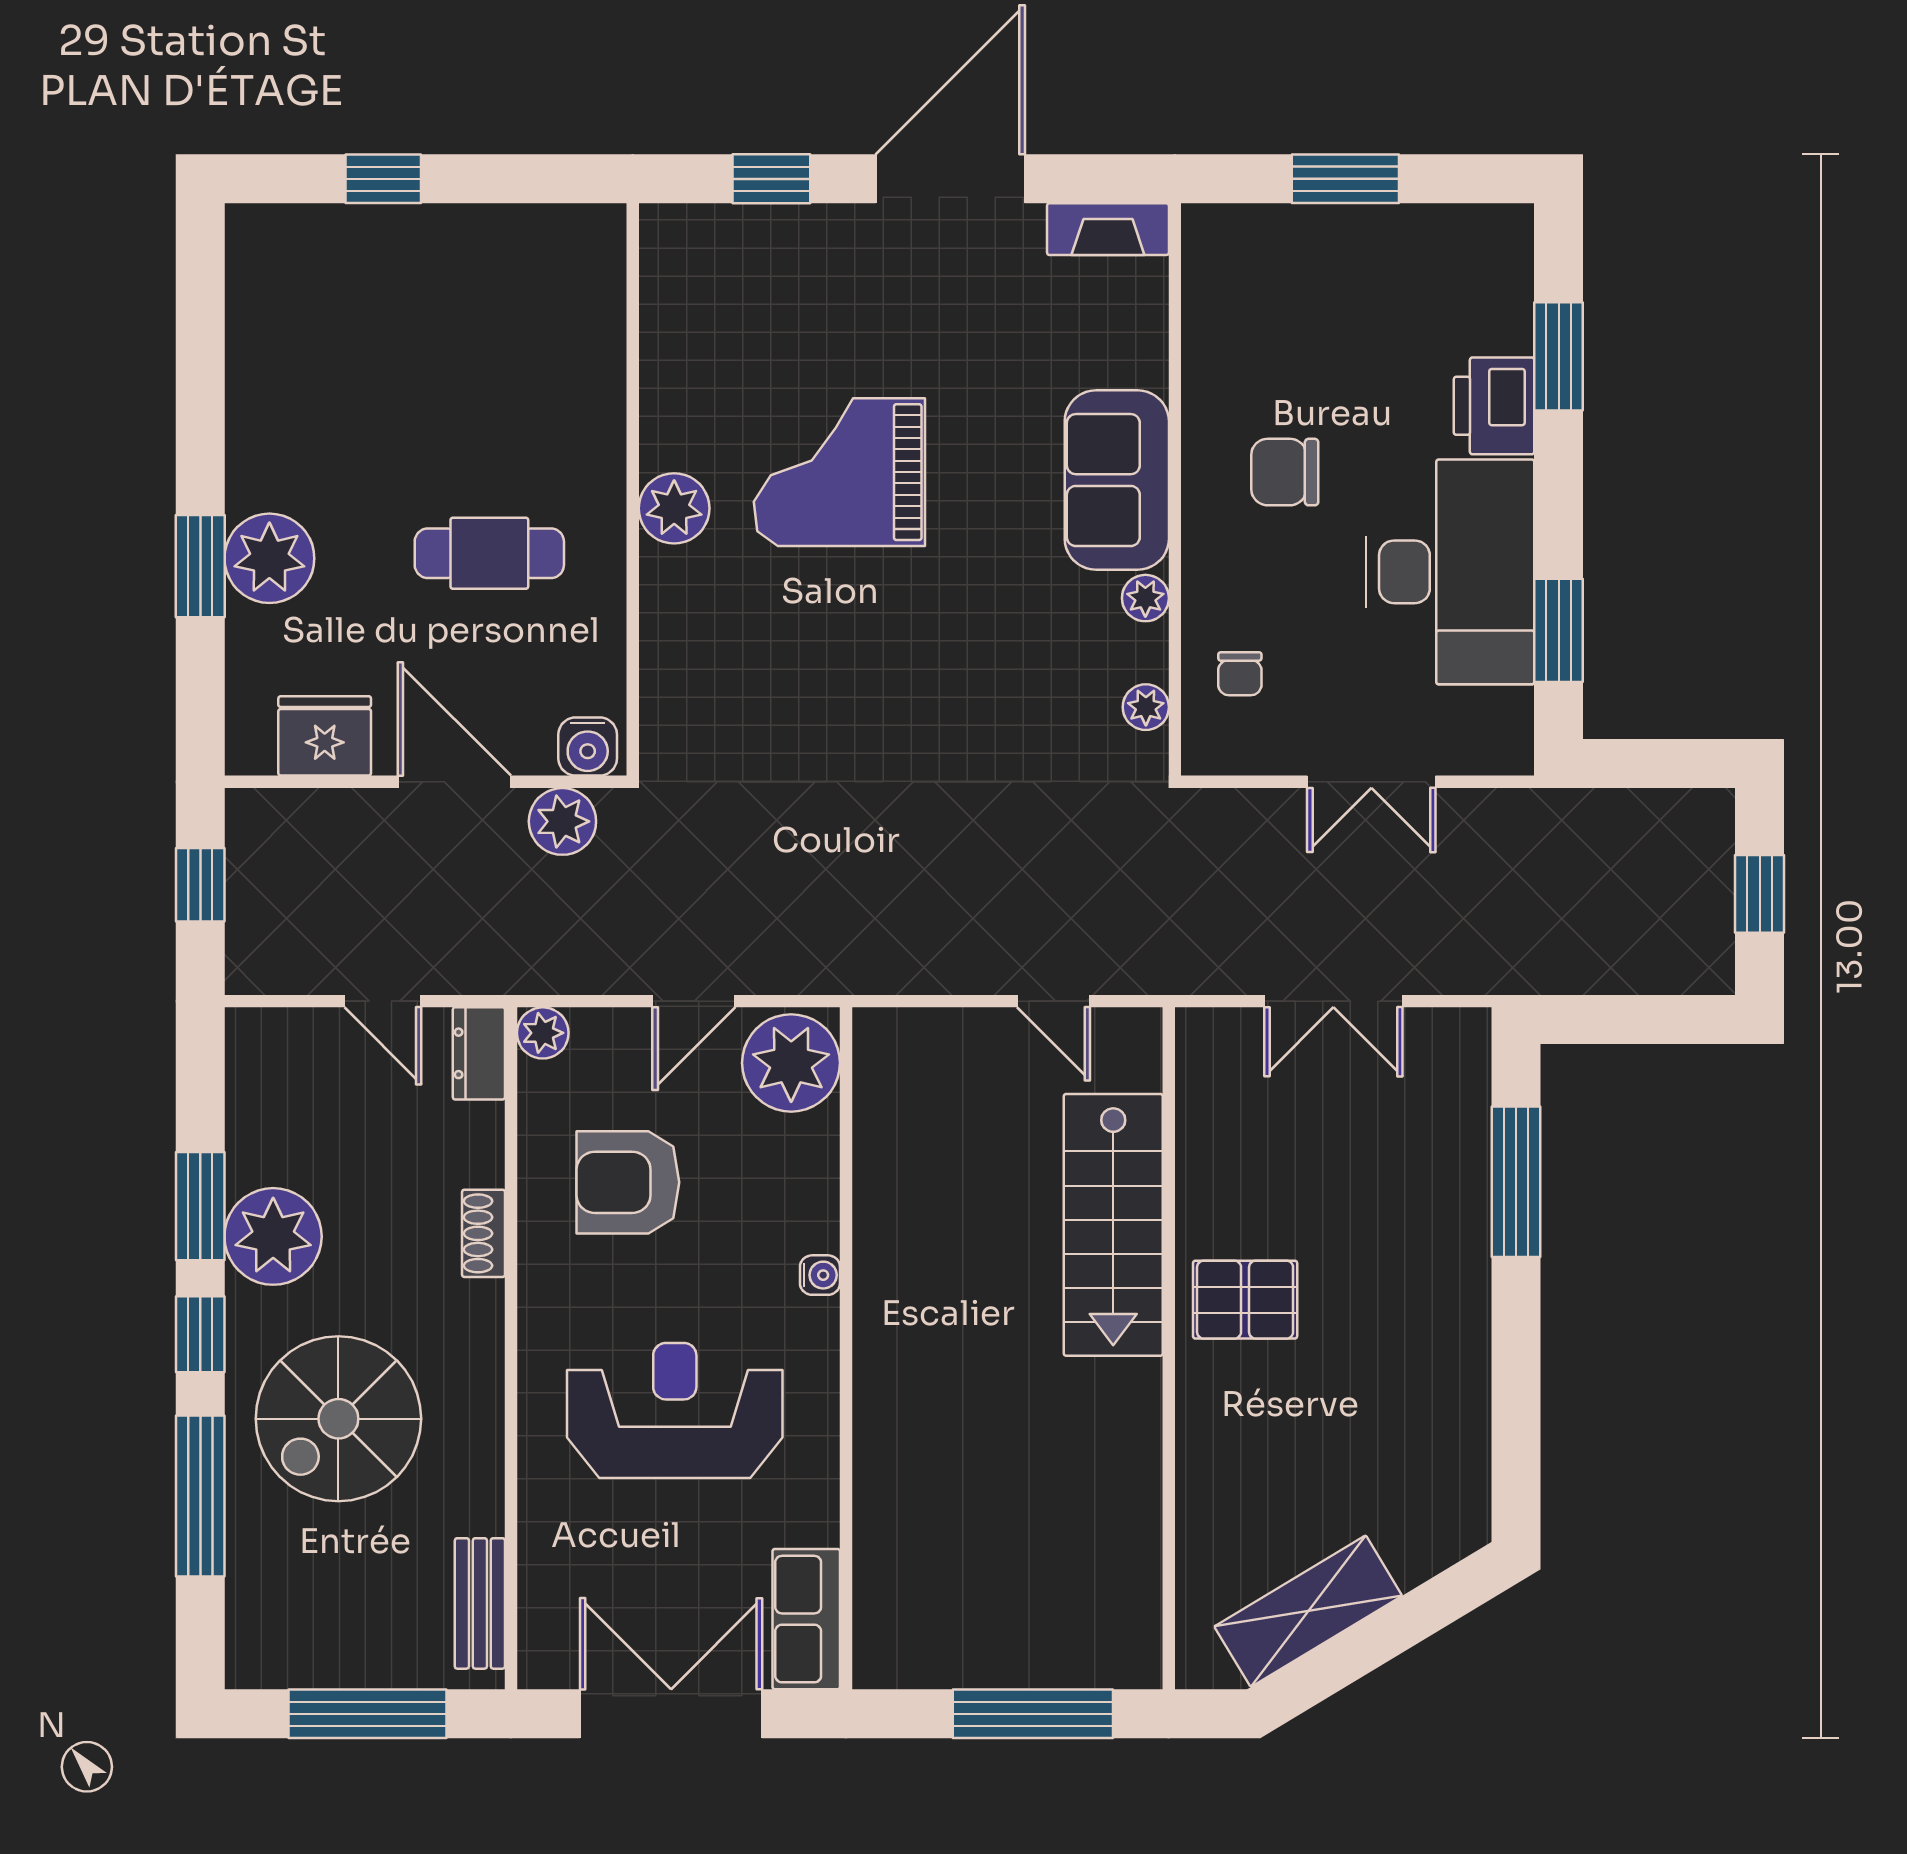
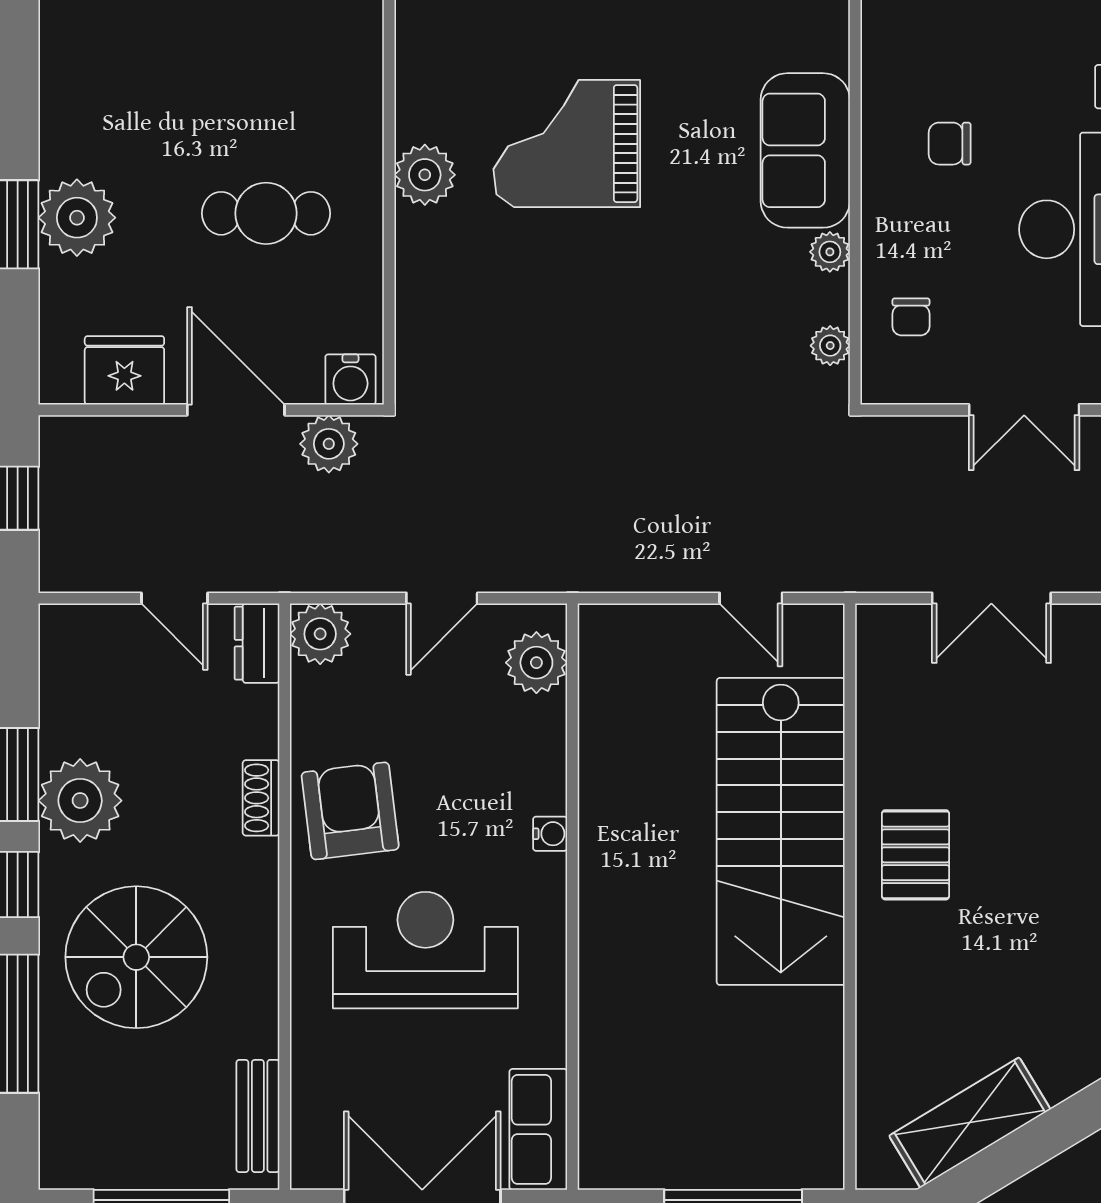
chair: (1285, 472) -> (950, 144), width x0.73, depth x0.73
plant: (543, 1033) -> (320, 634), width x1.38, depth x1.38
plant: (791, 1063) -> (536, 663), width x0.73, depth x0.73
armchair: (628, 1182) -> (350, 811), moved, turned 83
stairs: (1113, 1225) -> (781, 831), width x1.36, depth x1.51
pallet: (1245, 1300) -> (915, 855), turned 90

